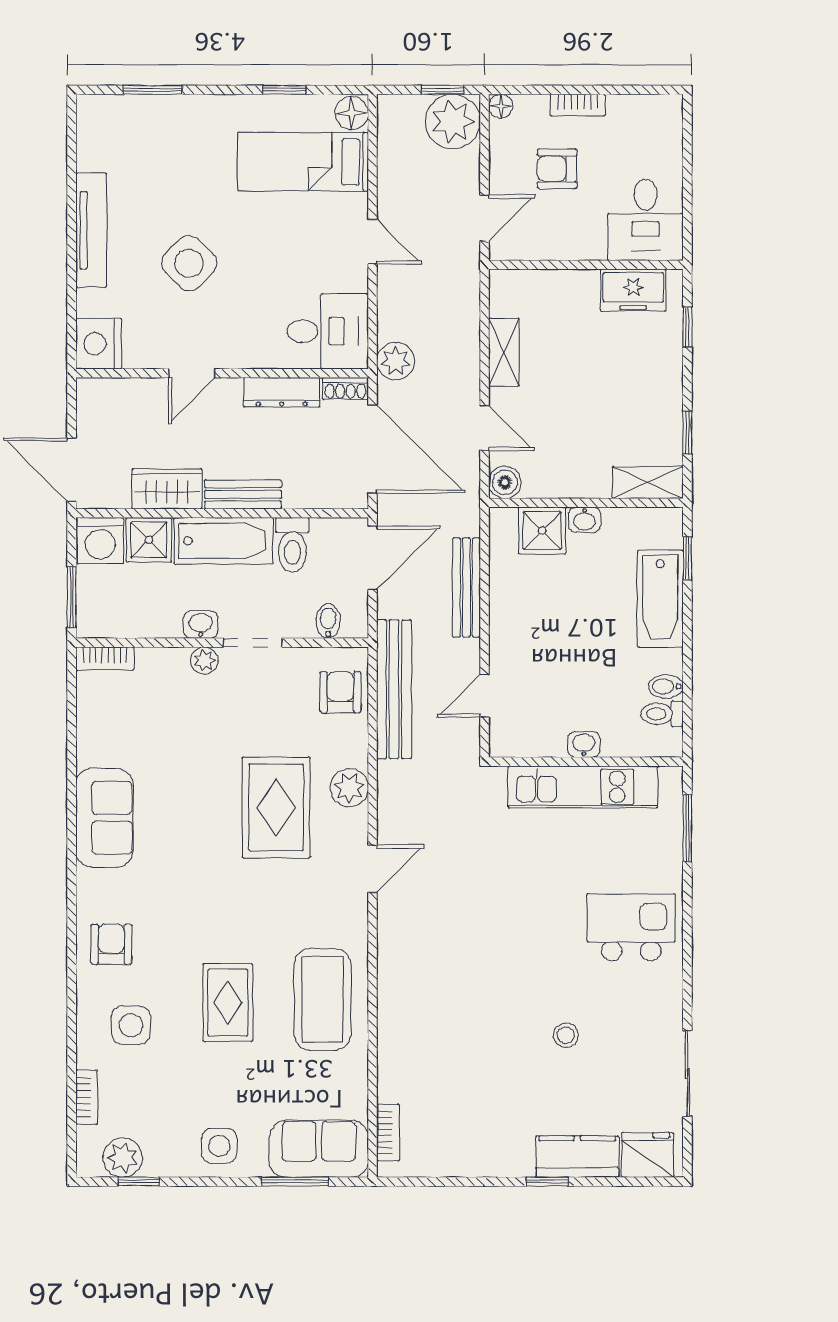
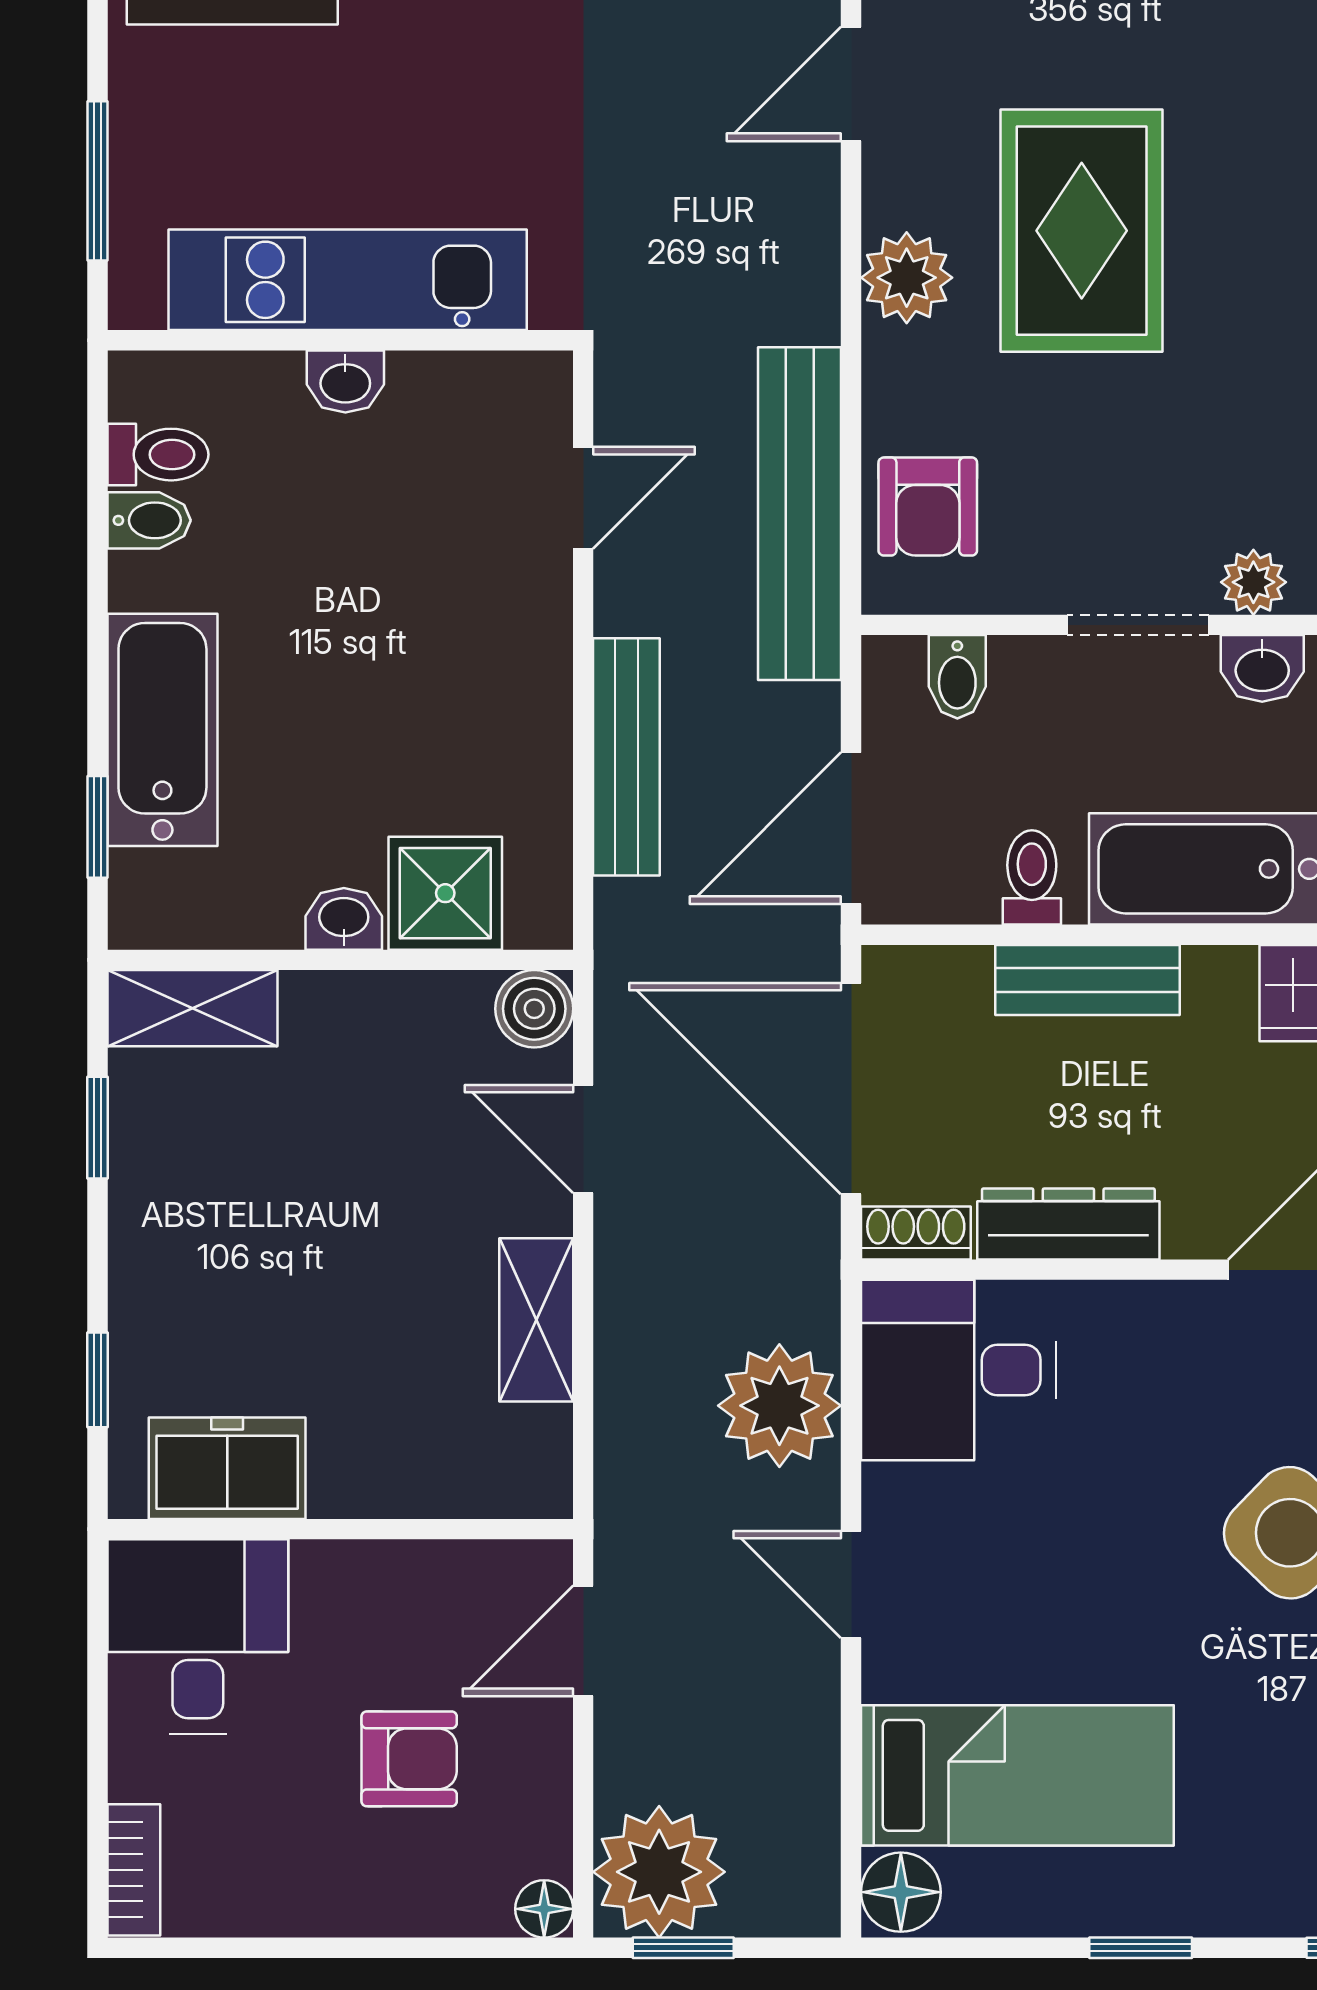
window: (284, 90) -> (1141, 1948), moved
bookcase: (578, 105) -> (134, 1870), moved, turned 90
plant: (396, 361) -> (779, 1406), moved, width x1.36, depth x1.36
bench: (243, 494) -> (1087, 980), moved
toilet: (292, 545) -> (1032, 877), width x0.73, depth x0.72

